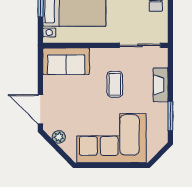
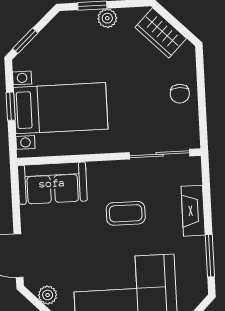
coffee table: (115, 84) -> (126, 213), turned 90

